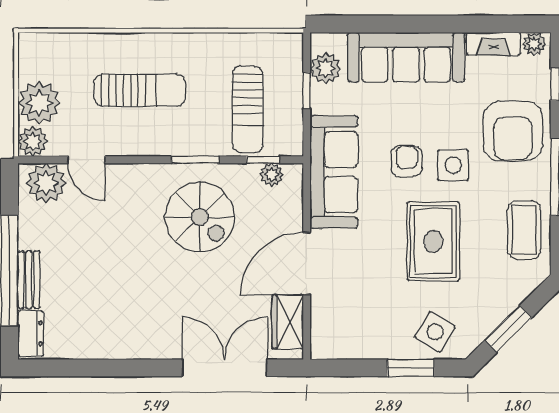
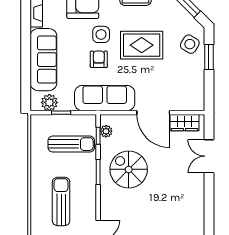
armchair: (407, 161) -> (99, 59), turned 90
spiral stairs: (200, 217) -> (129, 169), turned -90
double door: (225, 368) -> (209, 156), width x0.73

